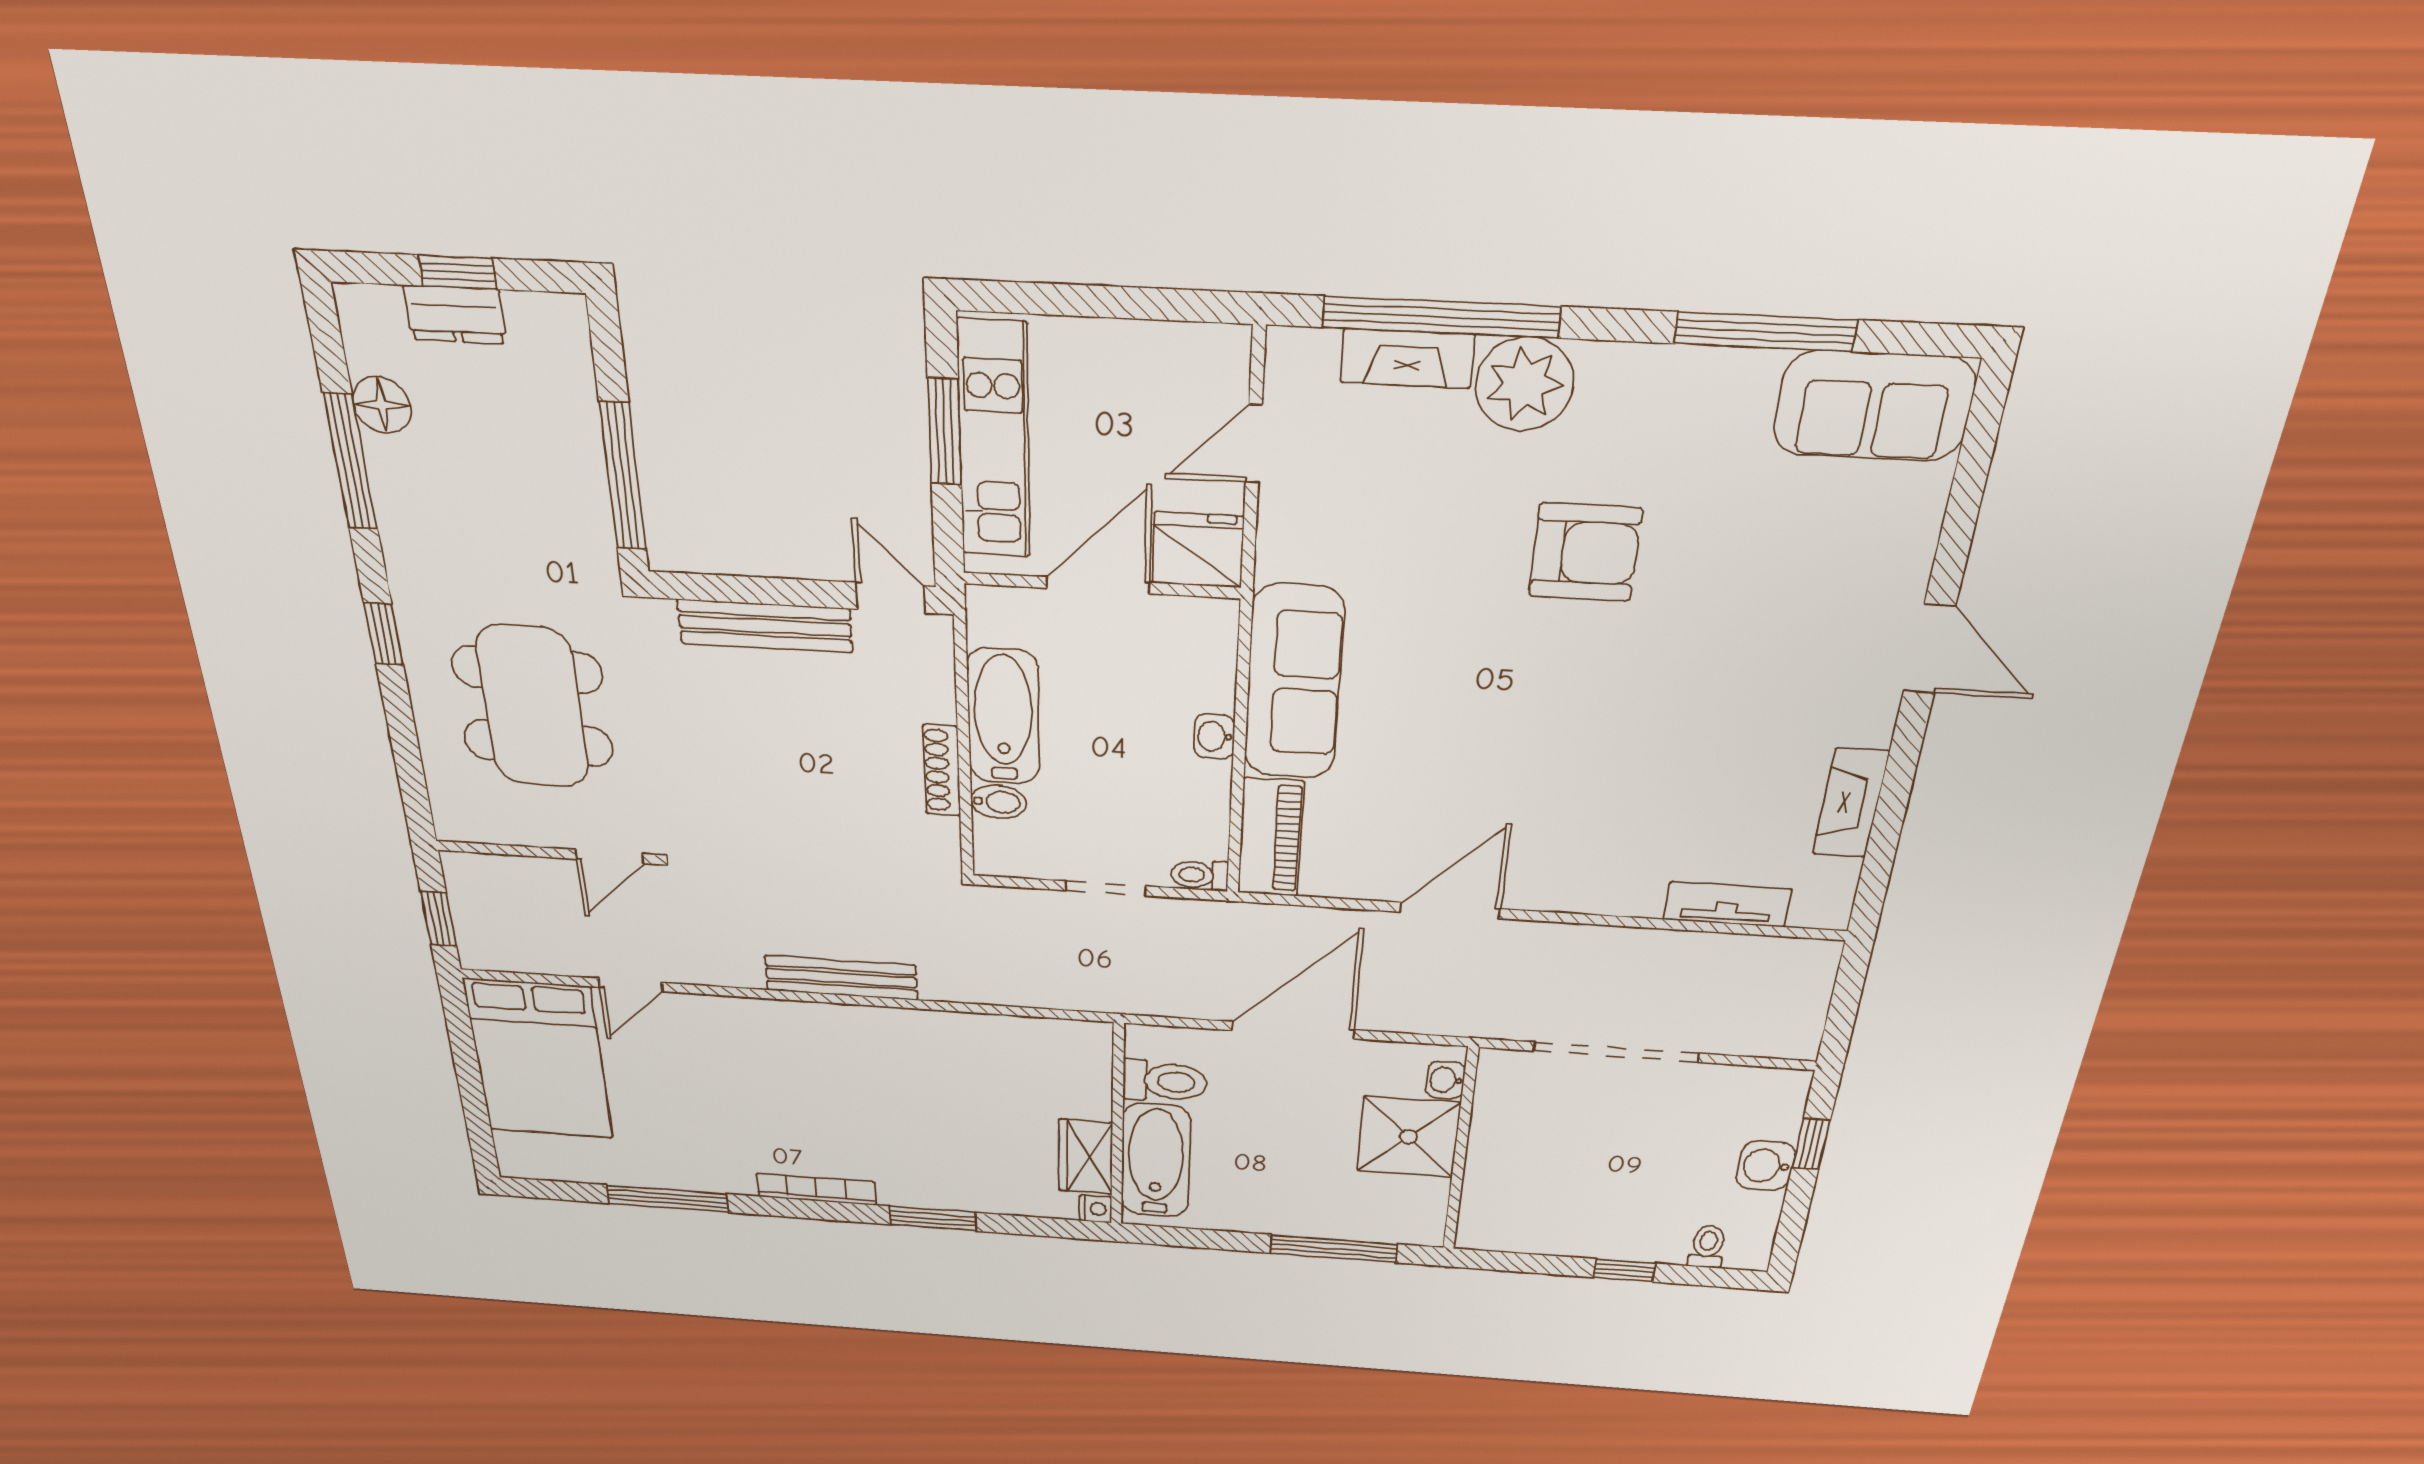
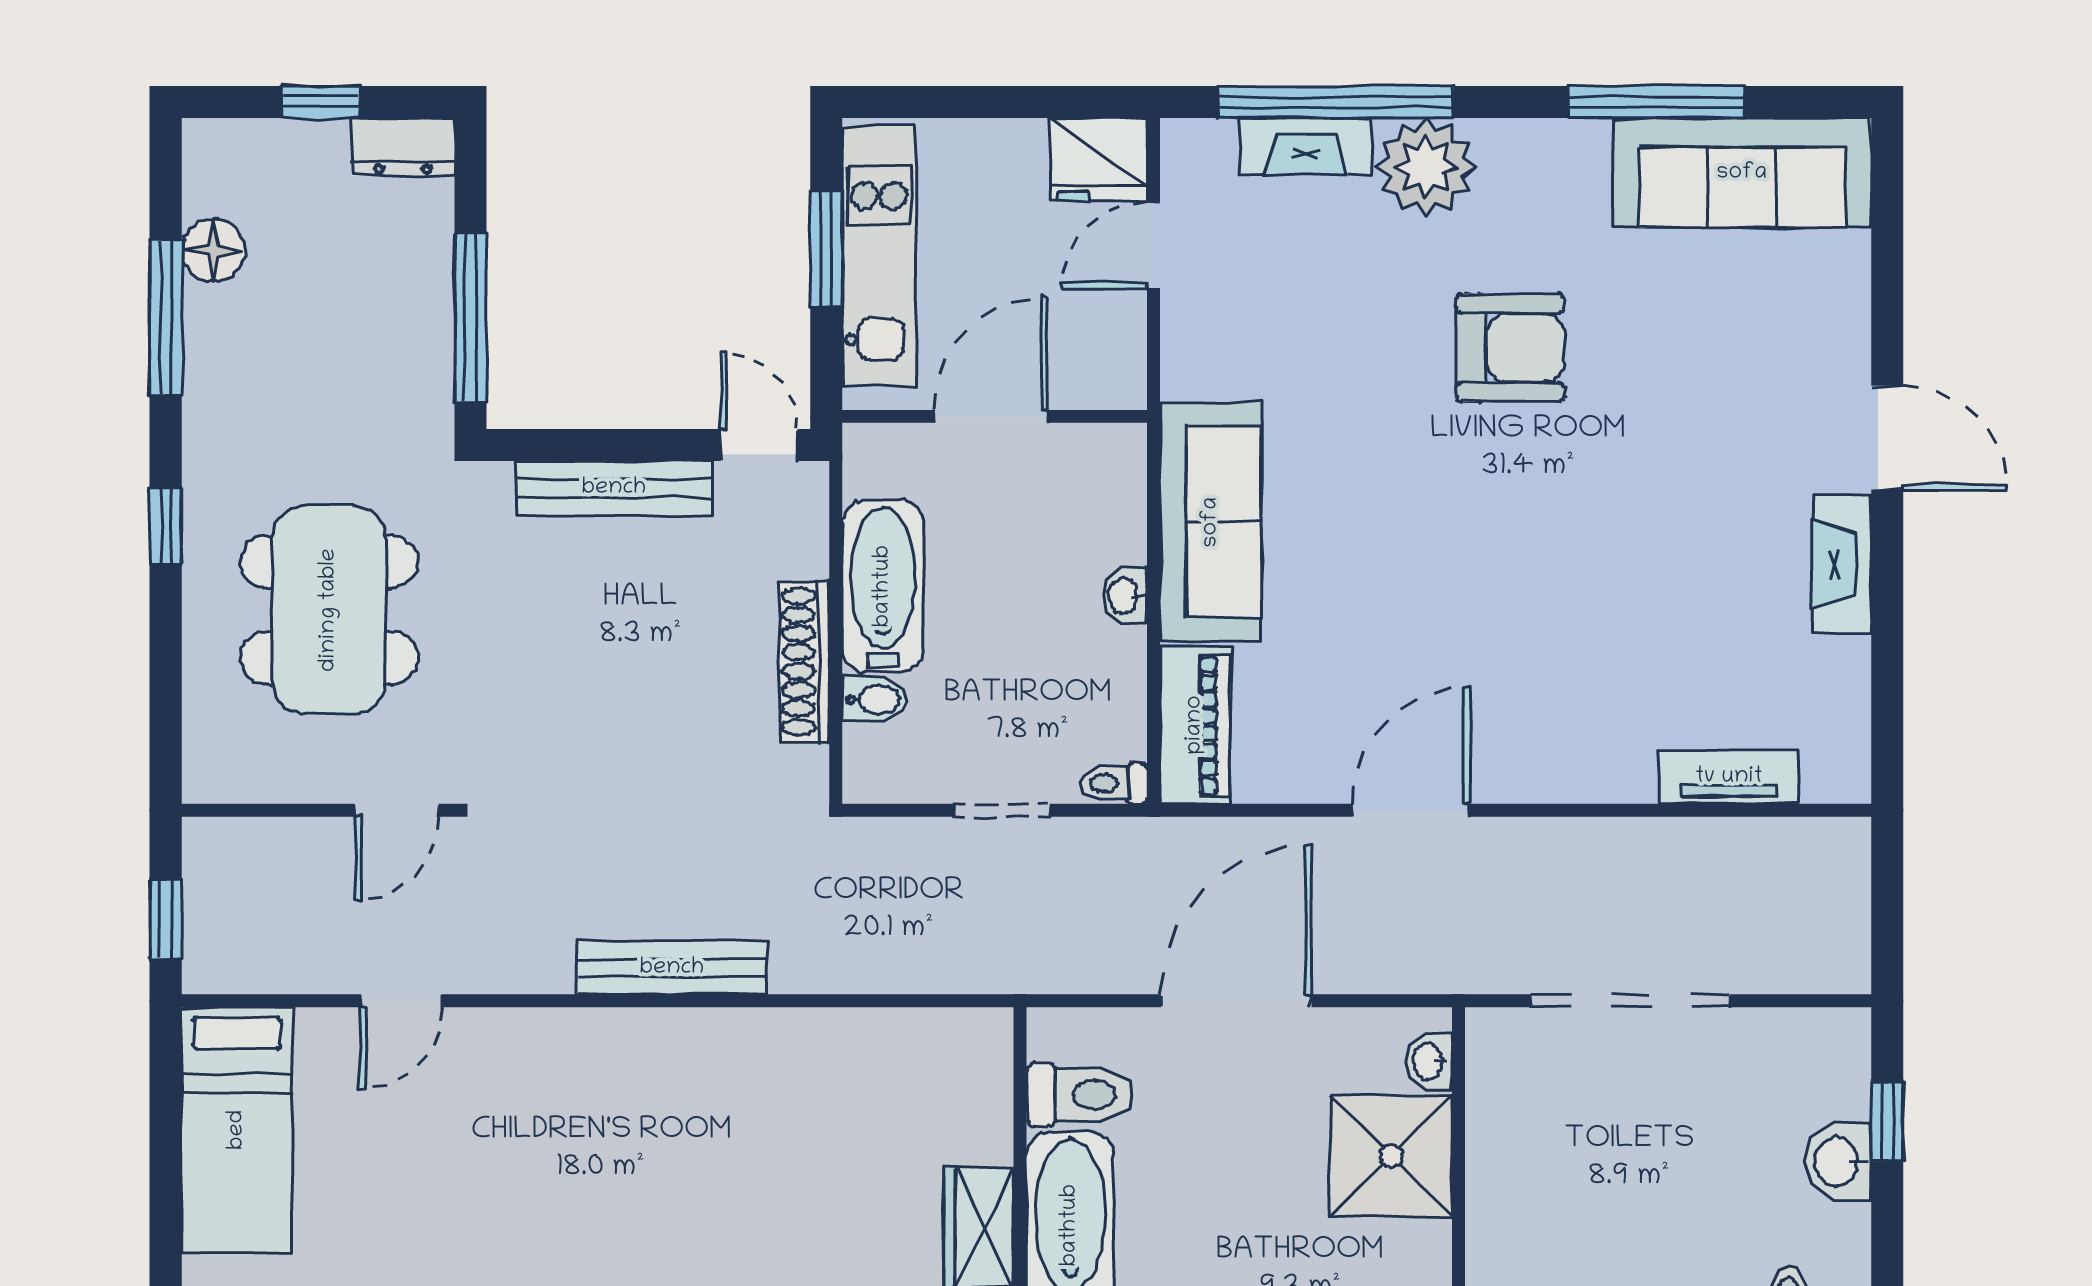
dresser: (455, 314) -> (403, 147), moved
sofa: (1874, 406) -> (1742, 173), width x1.36
fridge: (1198, 550) -> (1099, 160), moved, turned 180
shoe rack: (942, 770) -> (804, 662), width x1.36, depth x1.24
fireplace: (1851, 803) -> (1842, 564), moved
bed: (539, 1059) -> (237, 1130), width x0.67

